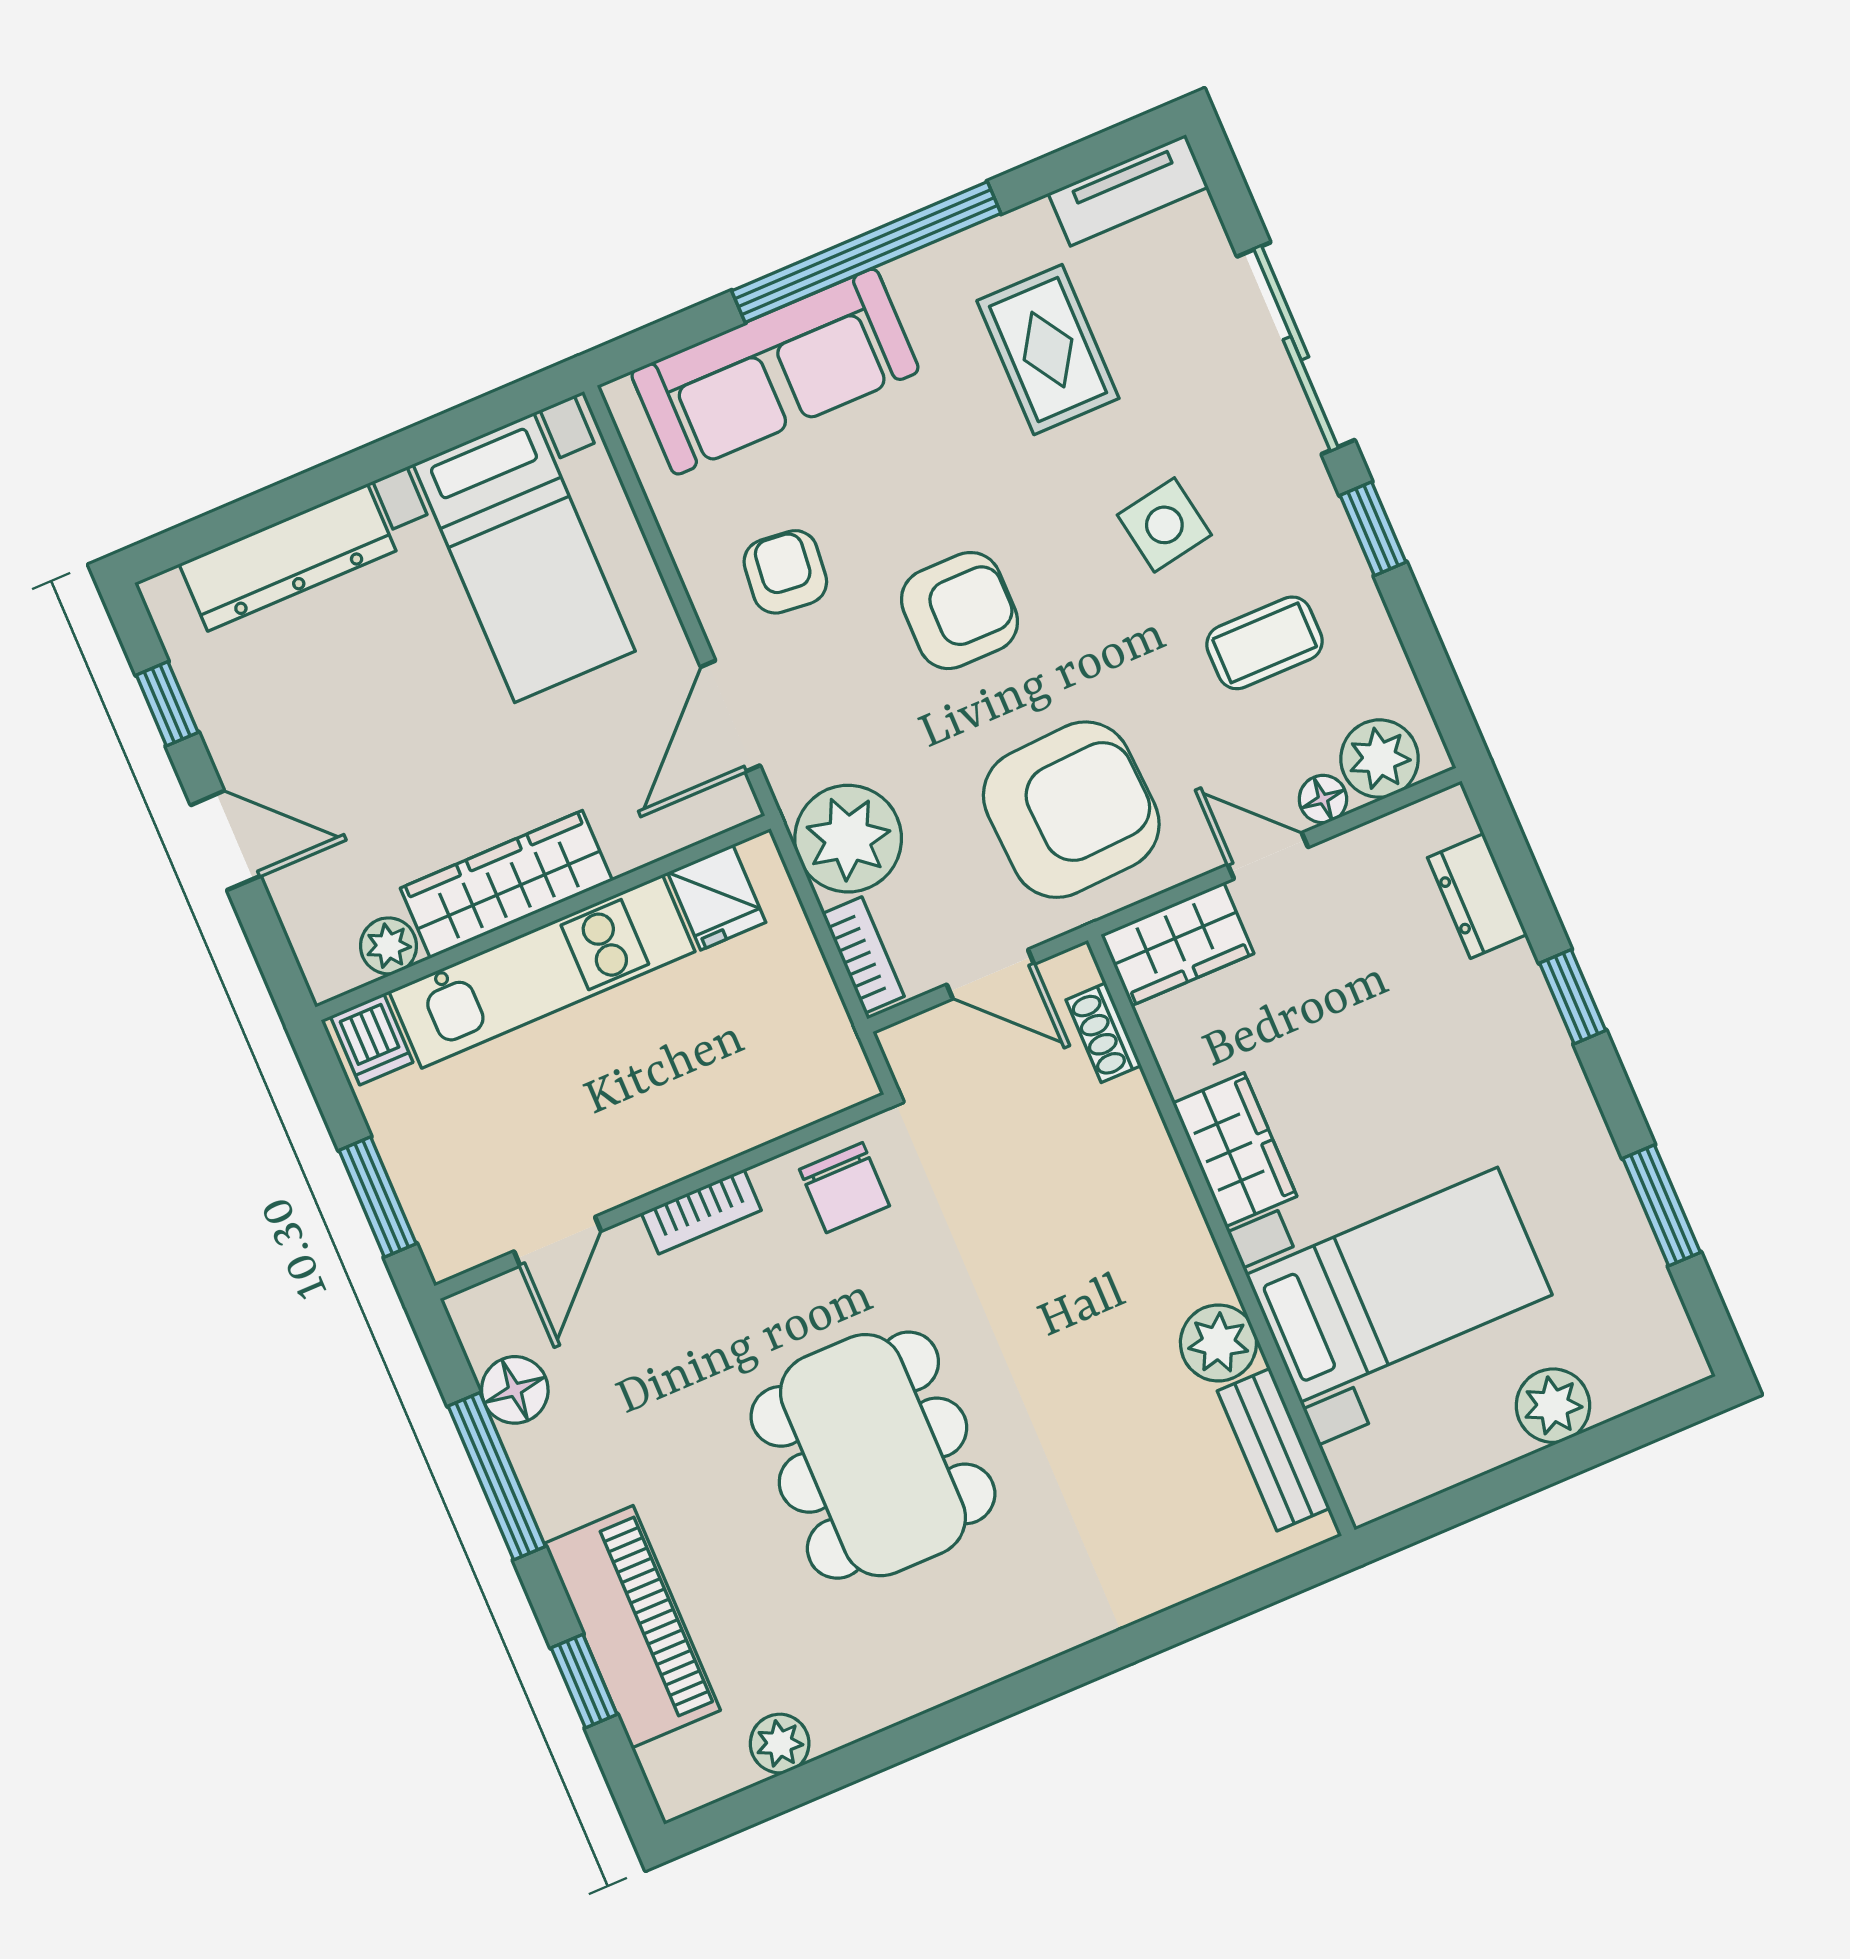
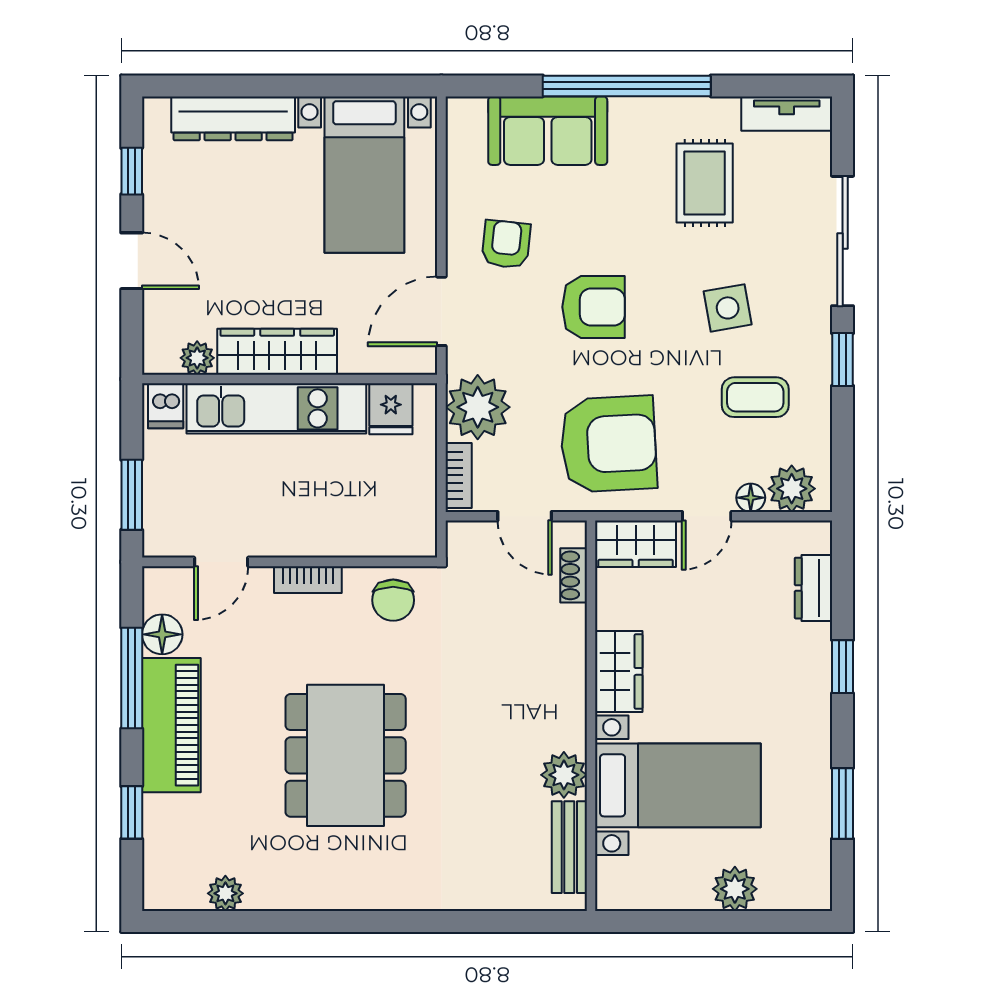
sofa: (775, 372) -> (548, 131), width x0.73
door: (1268, 856) -> (707, 516), swing flipped
piano: (632, 1627) -> (171, 725), moved

